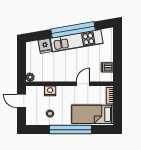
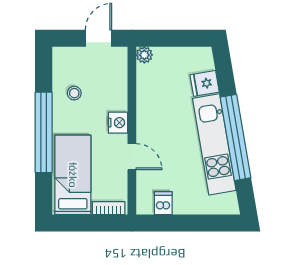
nightstand: (50, 91) -> (118, 123), moved

